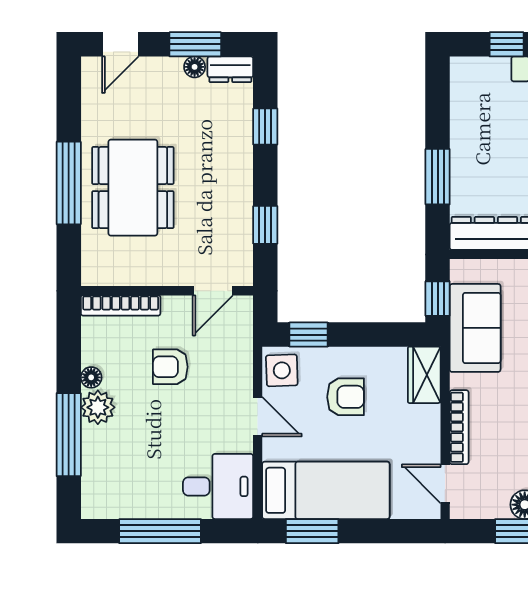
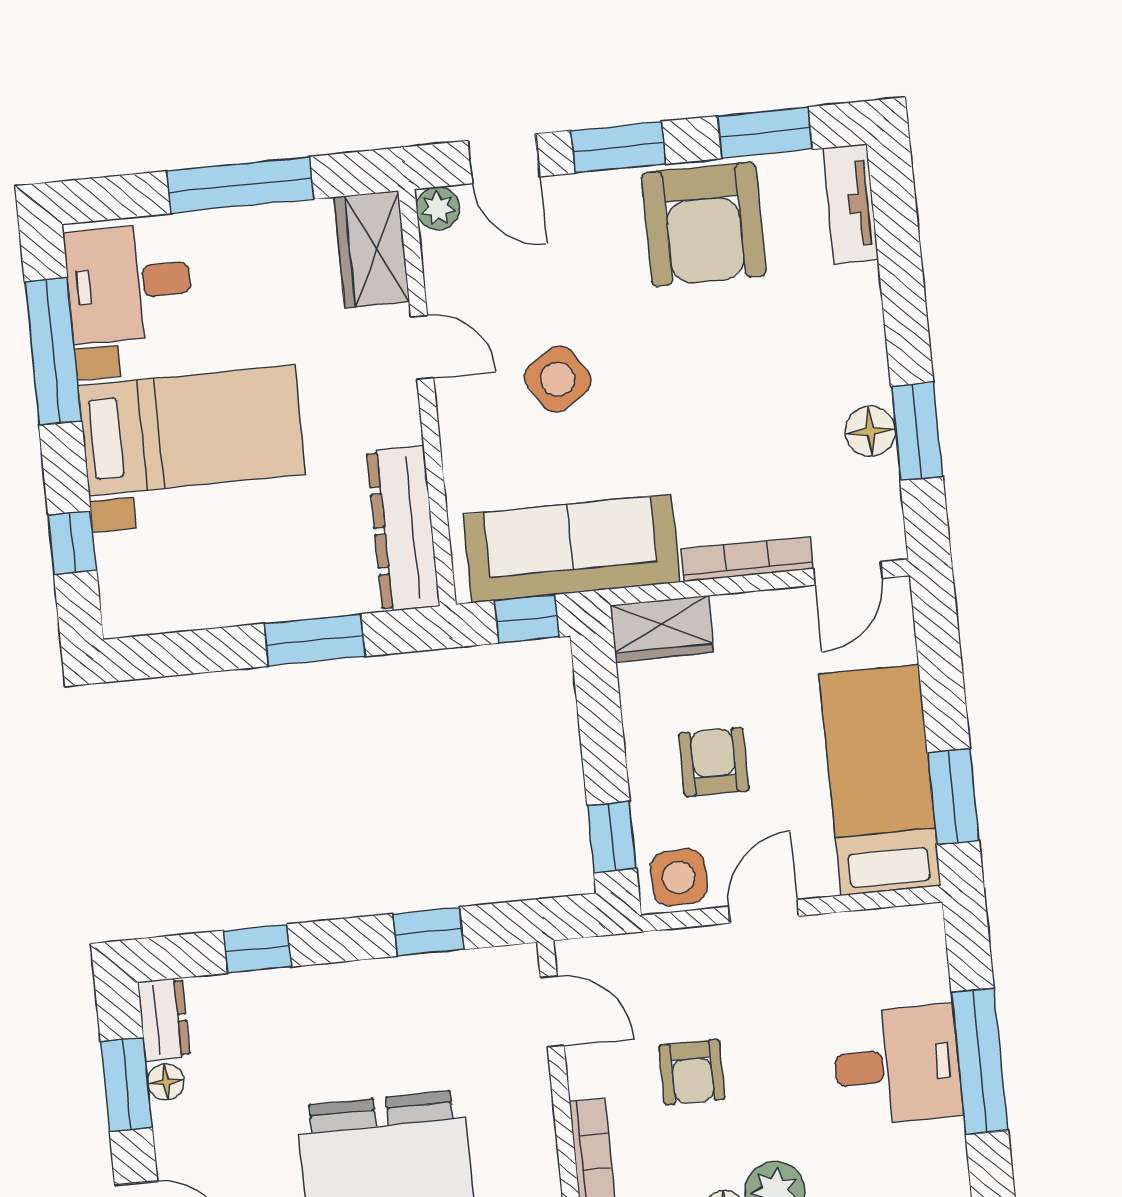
sofa: (475, 328) -> (571, 548), width x1.36
desk: (218, 486) -> (897, 1065), moved, turned 90

